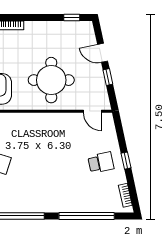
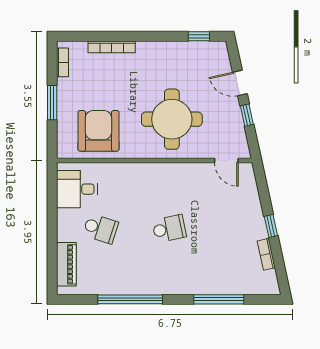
school desk: (101, 163) -> (169, 229), moved
bookcase: (125, 195) -> (266, 254), moved
window: (87, 216) -> (219, 299), width x0.68

